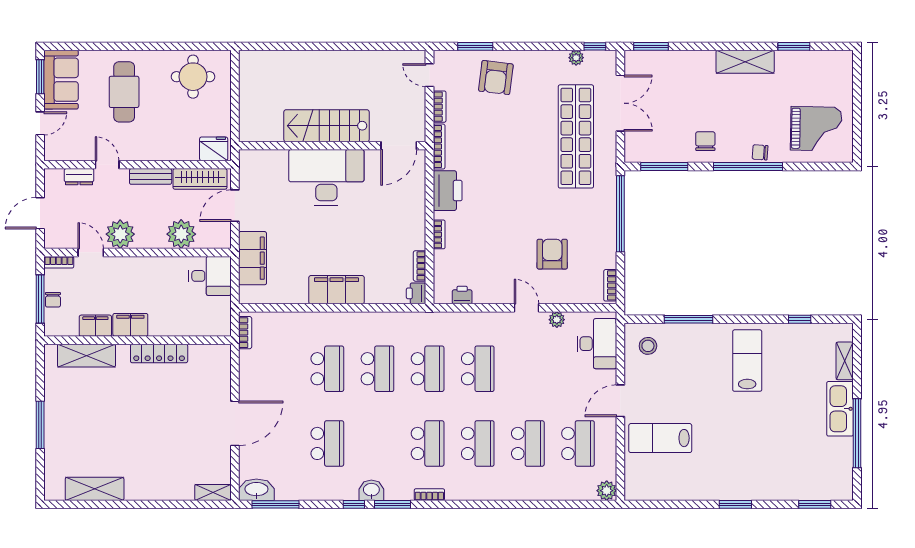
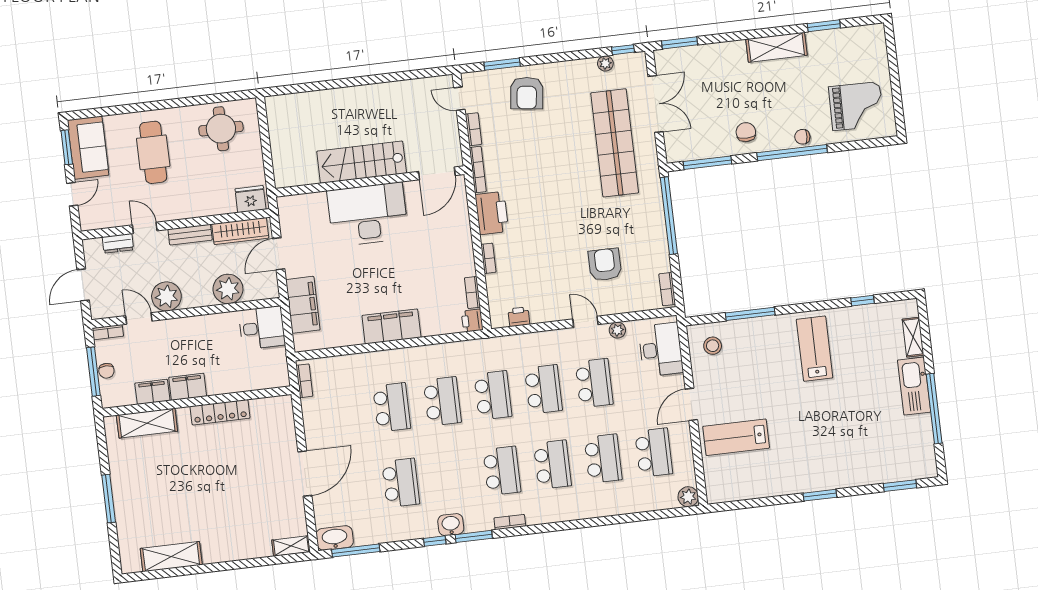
school desk: (528, 369) -> (594, 383), added

